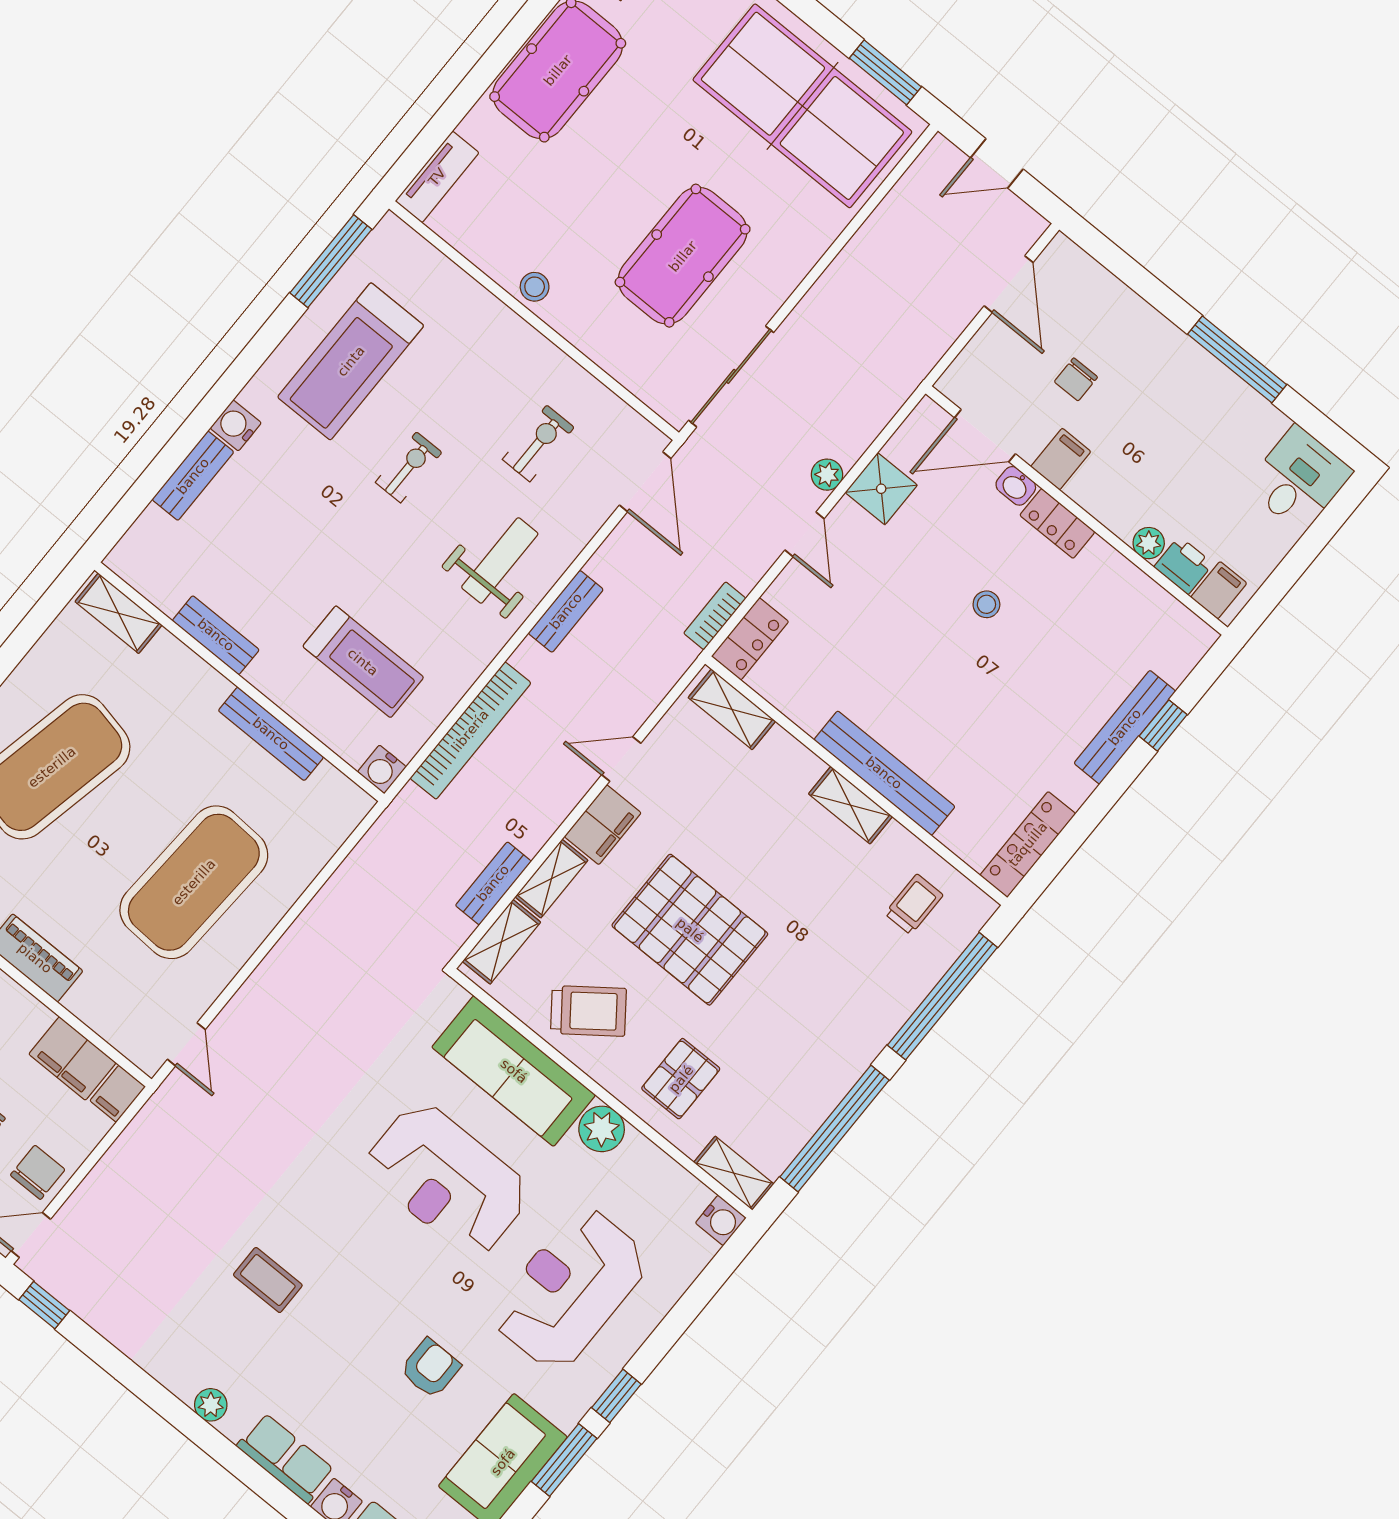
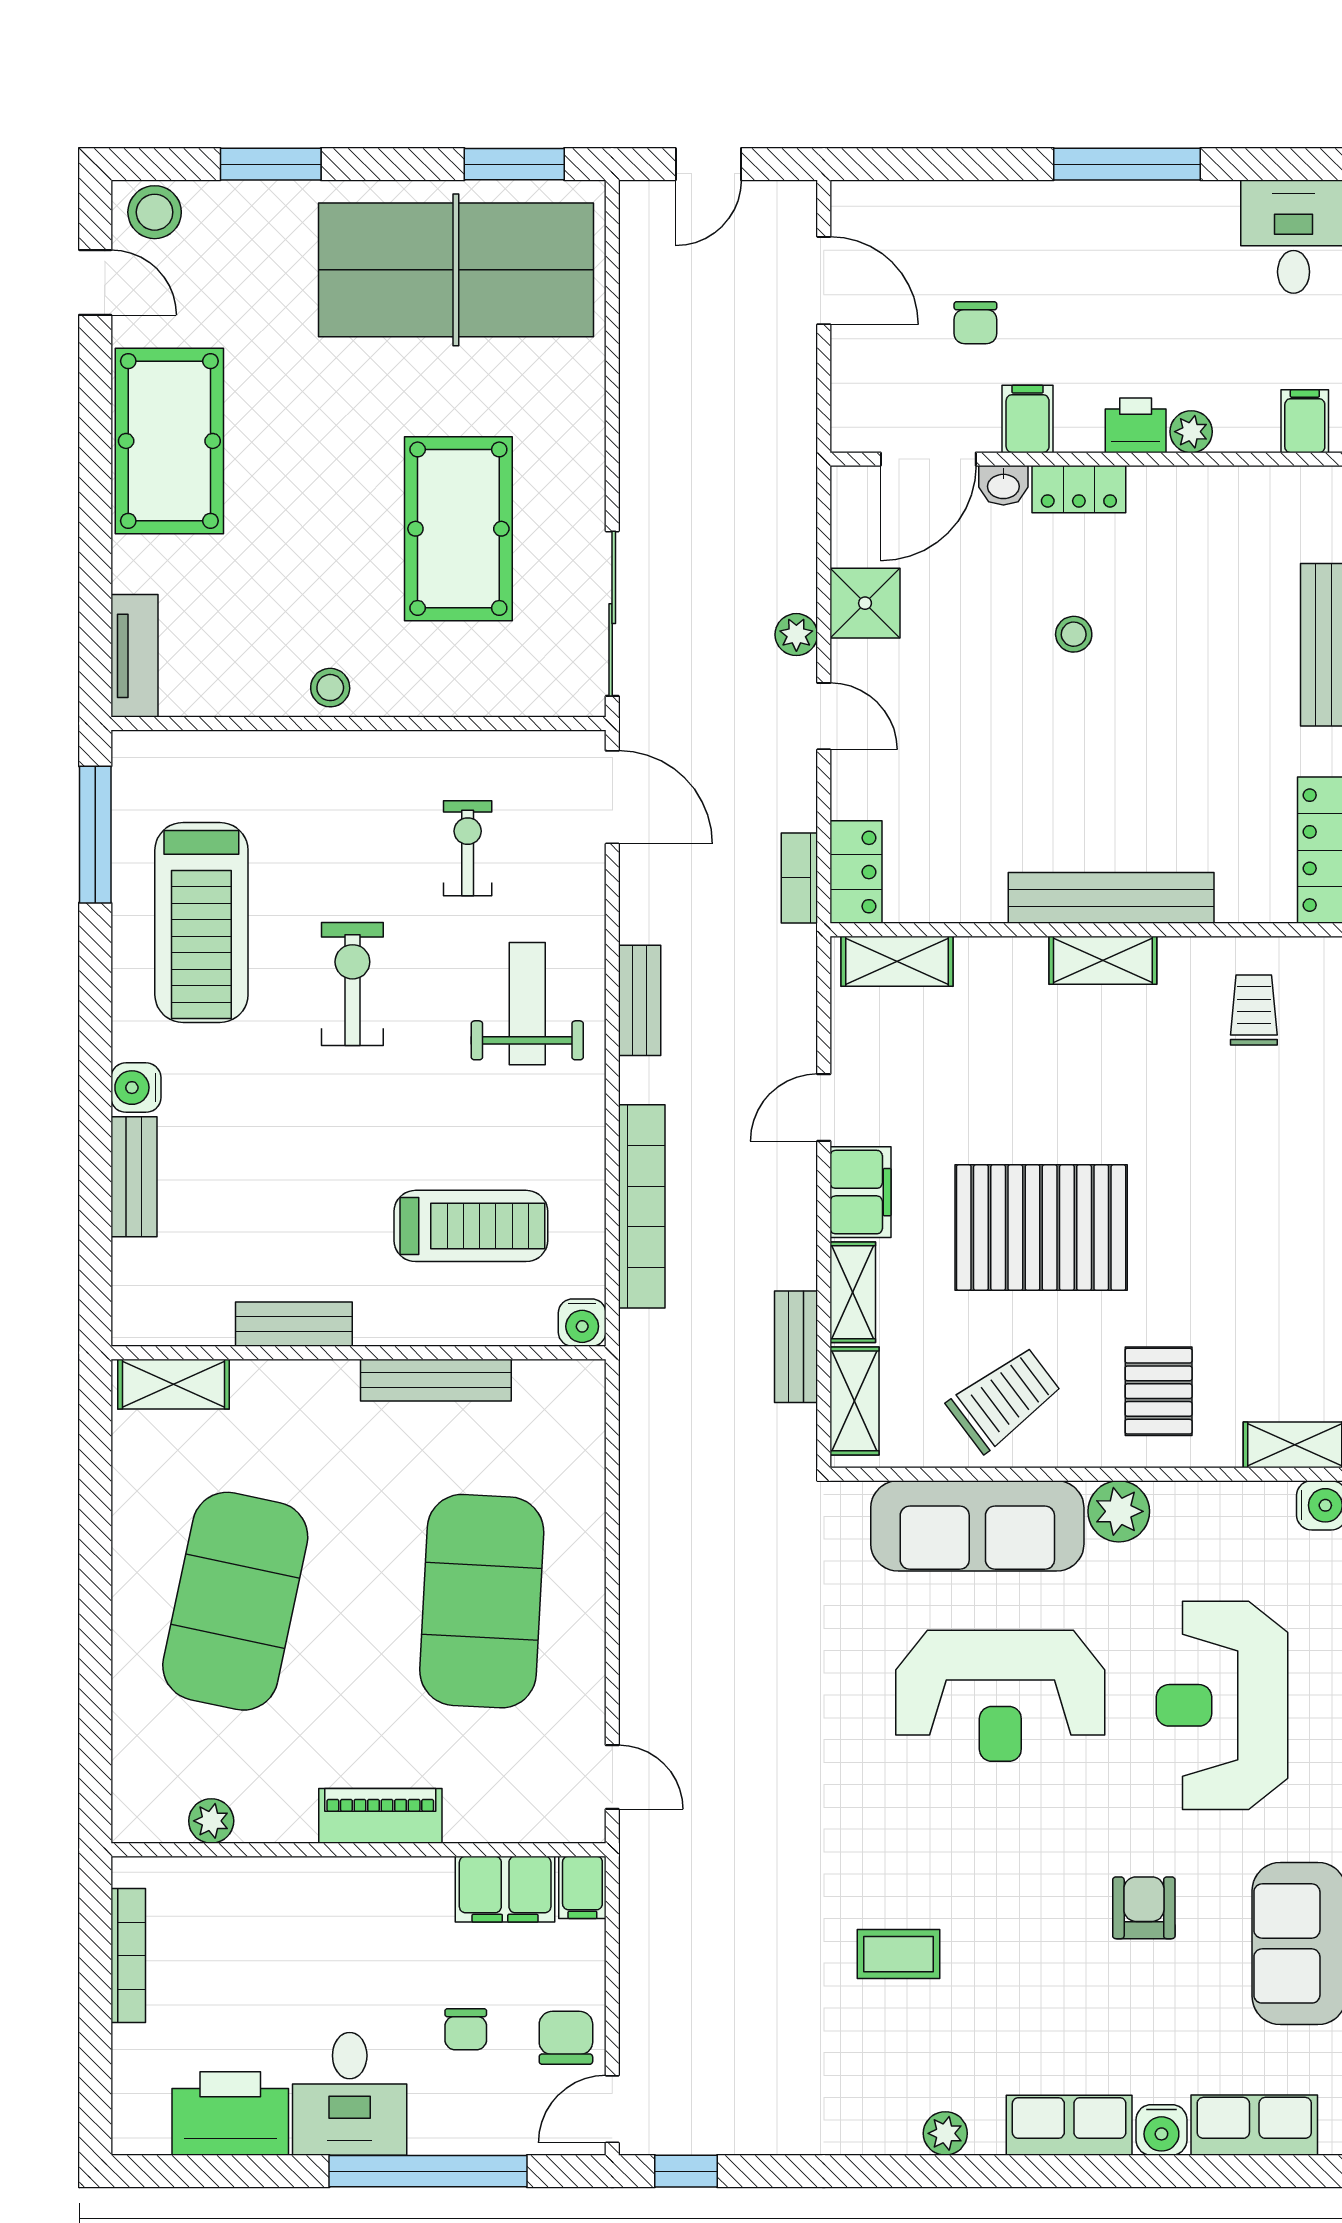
exercise bike: (409, 467) -> (352, 984), width x1.38, depth x1.39
printer: (1184, 565) -> (1136, 425), moved

